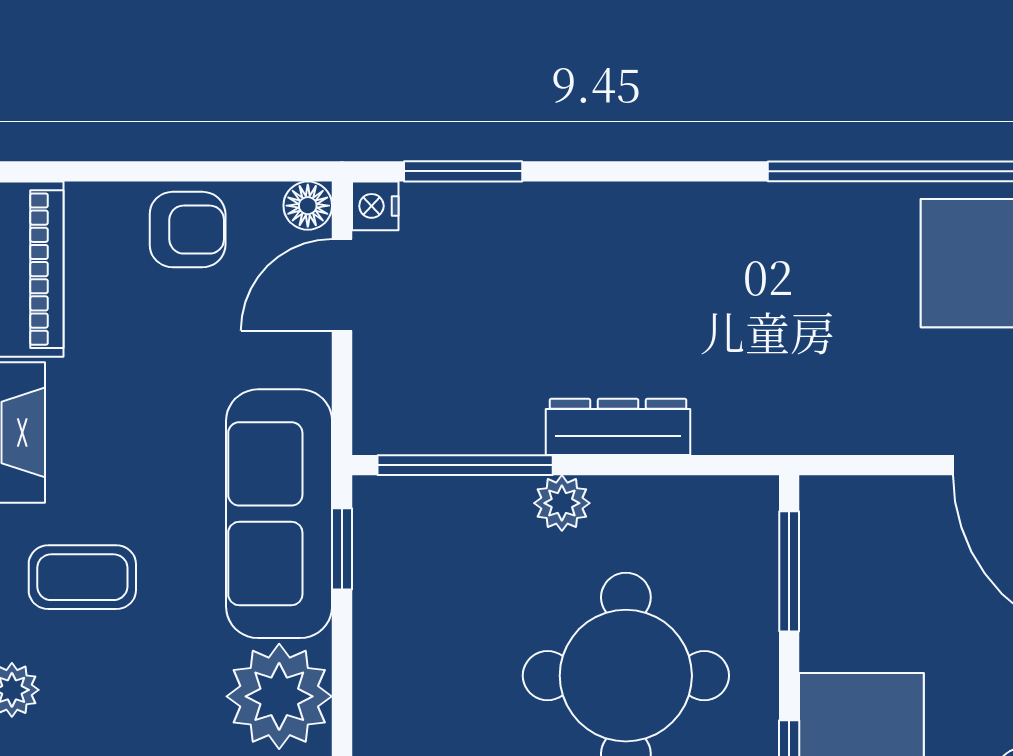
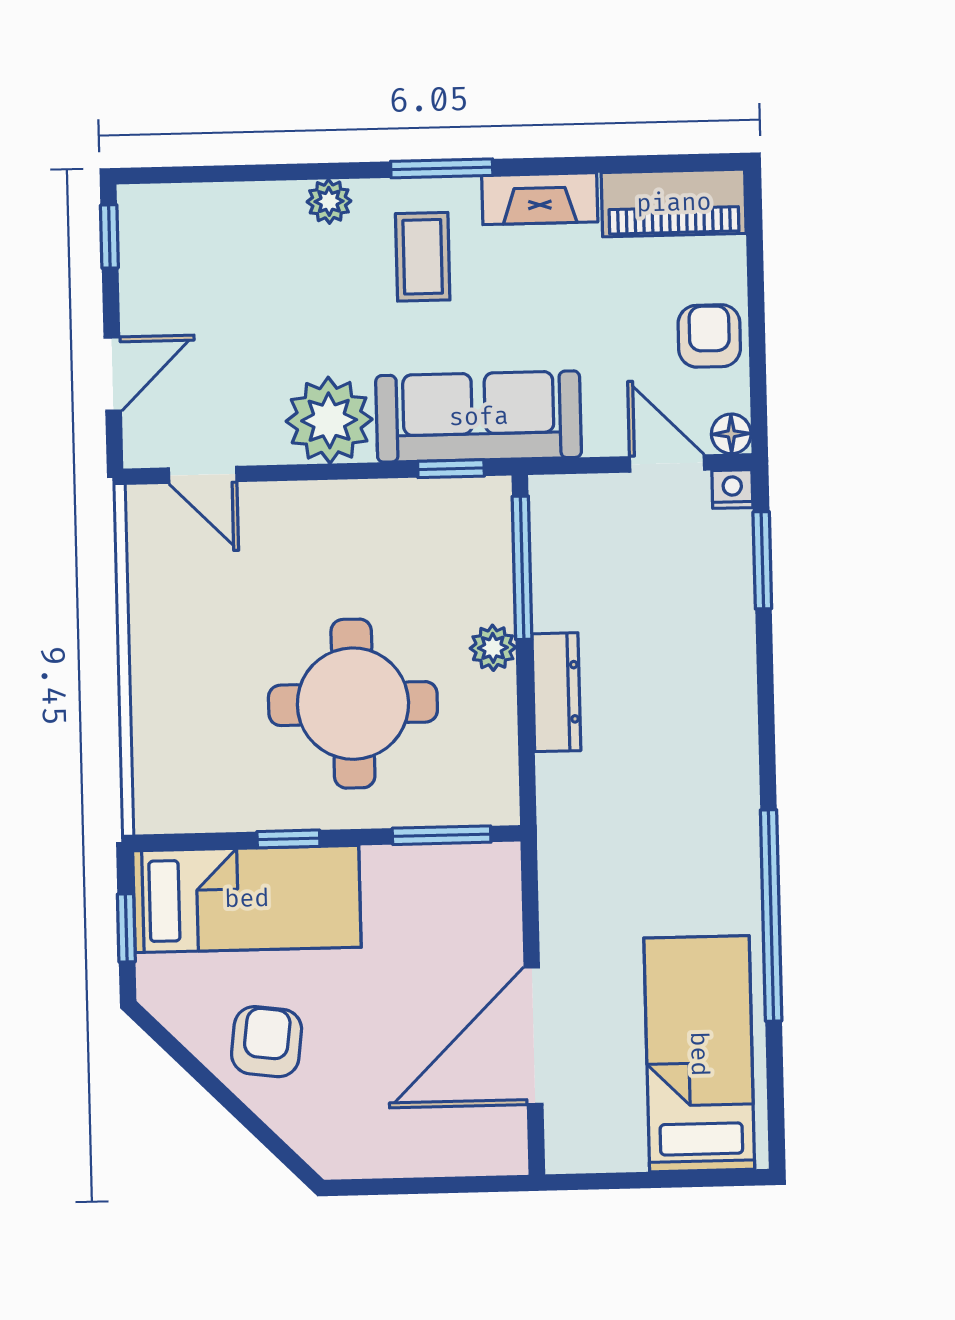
armchair: (188, 230) -> (709, 336), turned 180

